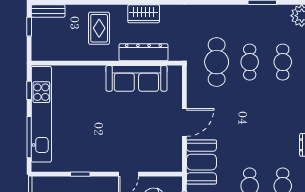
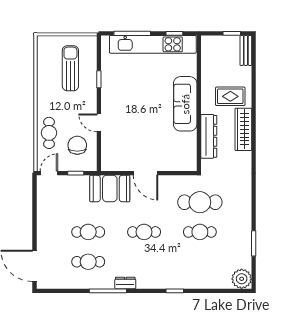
wardrobe: (144, 14) -> (243, 129), width x1.50
cafe table: (283, 62) -> (144, 232), moved
sofa: (136, 78) -> (185, 104), moved

